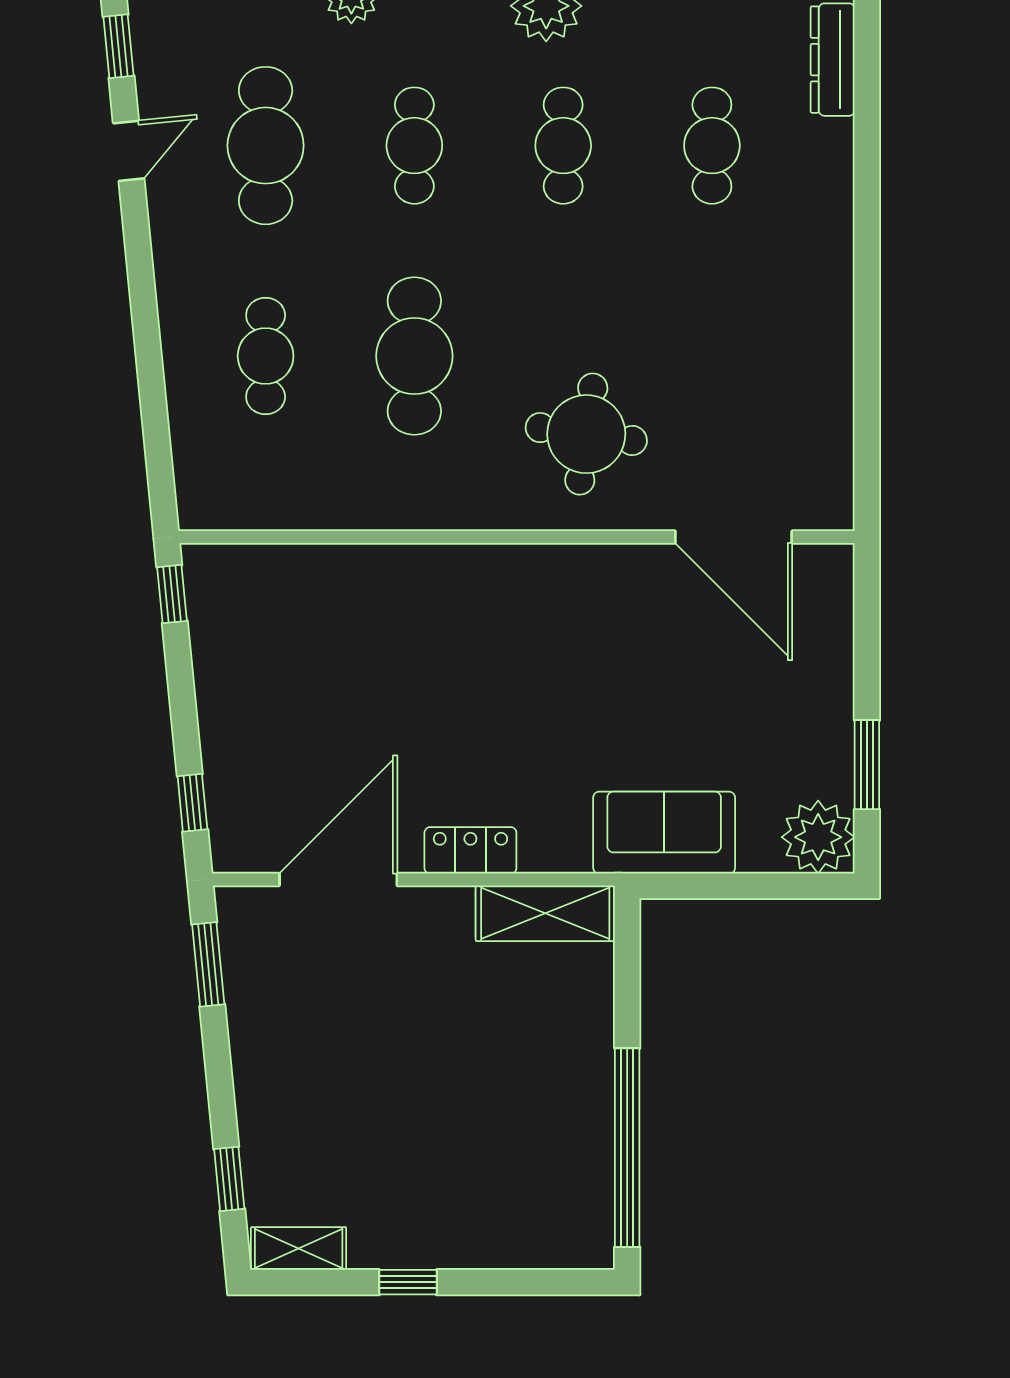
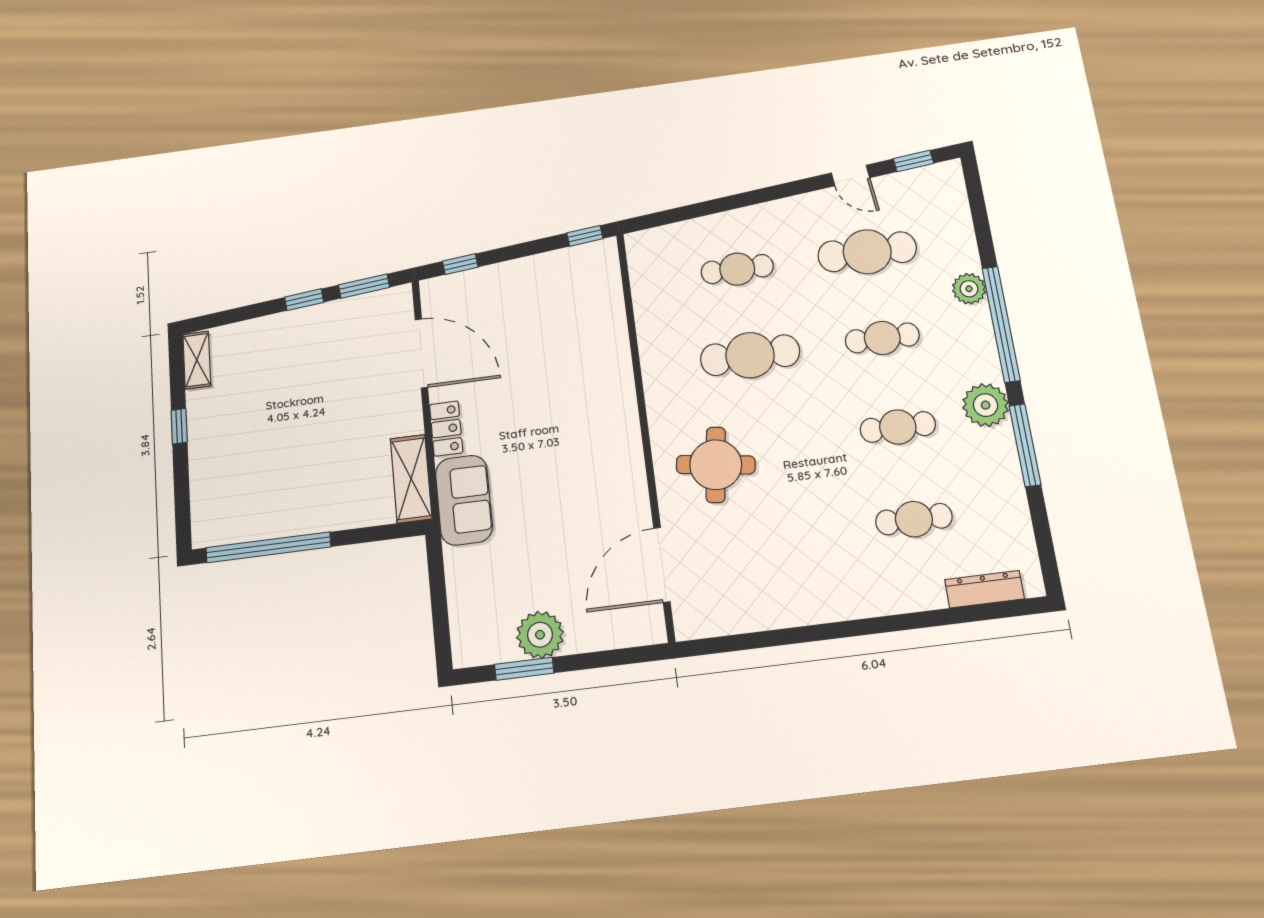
sofa: (664, 833) -> (464, 500), moved
plant: (818, 837) -> (540, 635), moved
window: (229, 1179) -> (304, 300), moved

